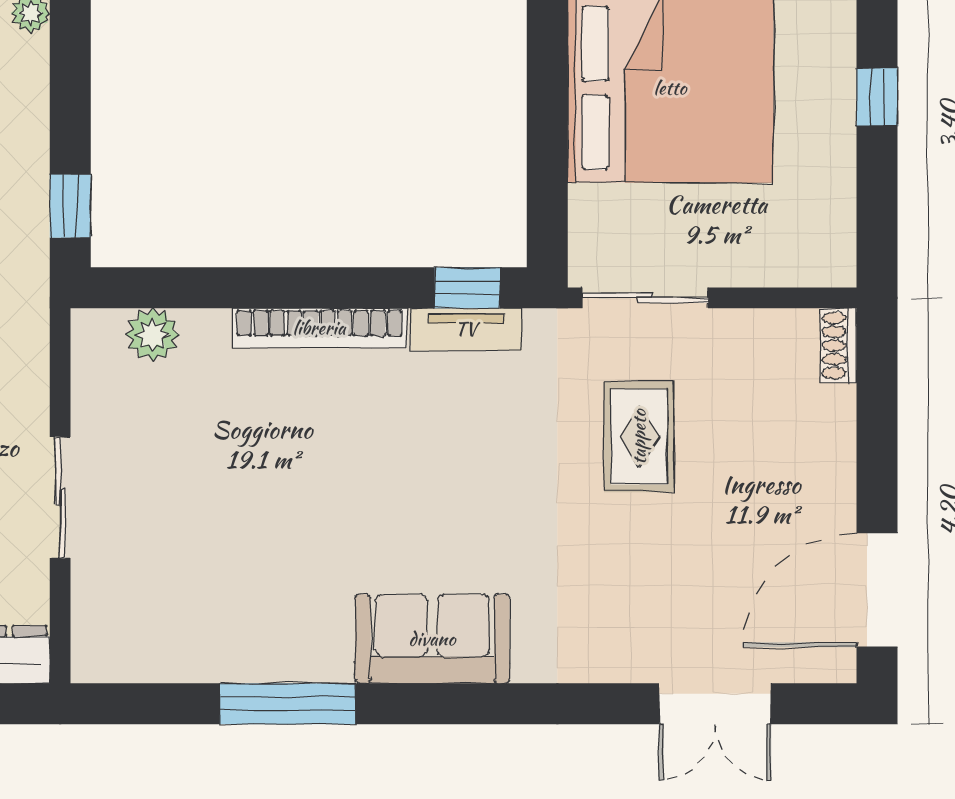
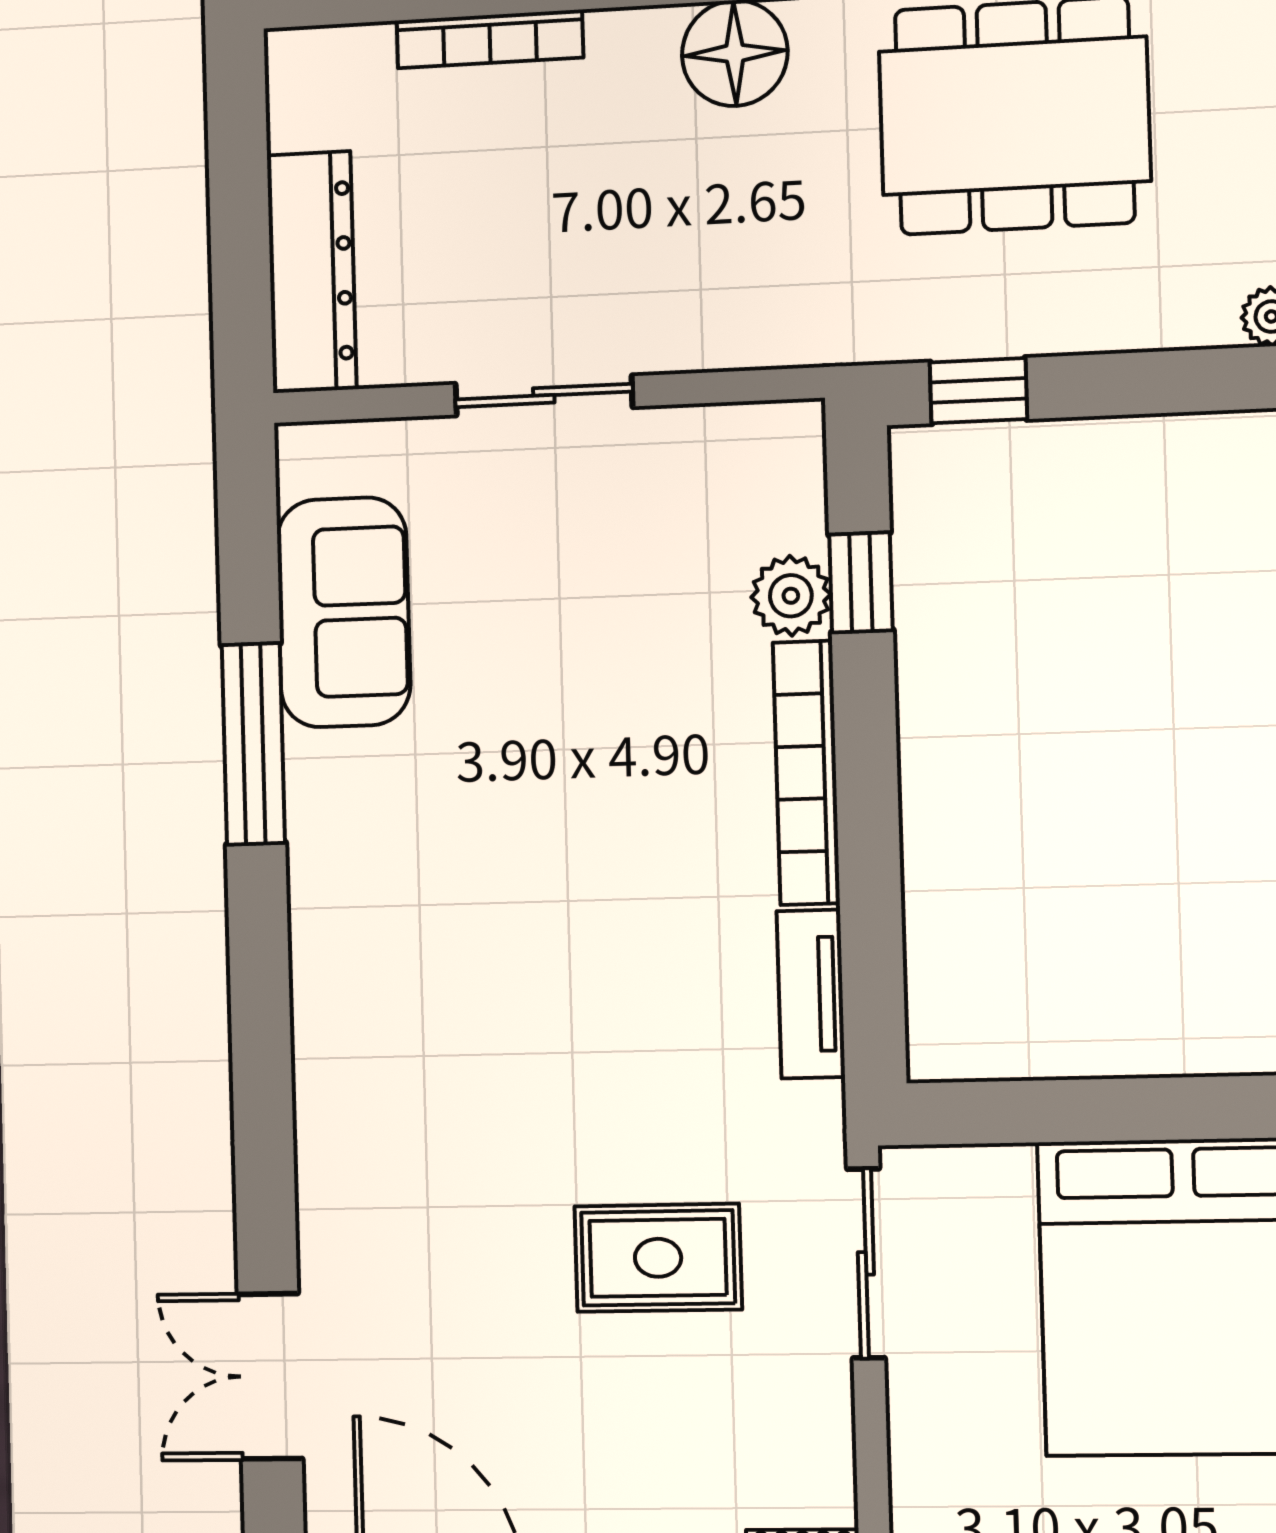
window: (467, 288) -> (861, 582), moved
plant: (153, 335) -> (791, 596), moved
sofa: (432, 639) -> (344, 612), moved

